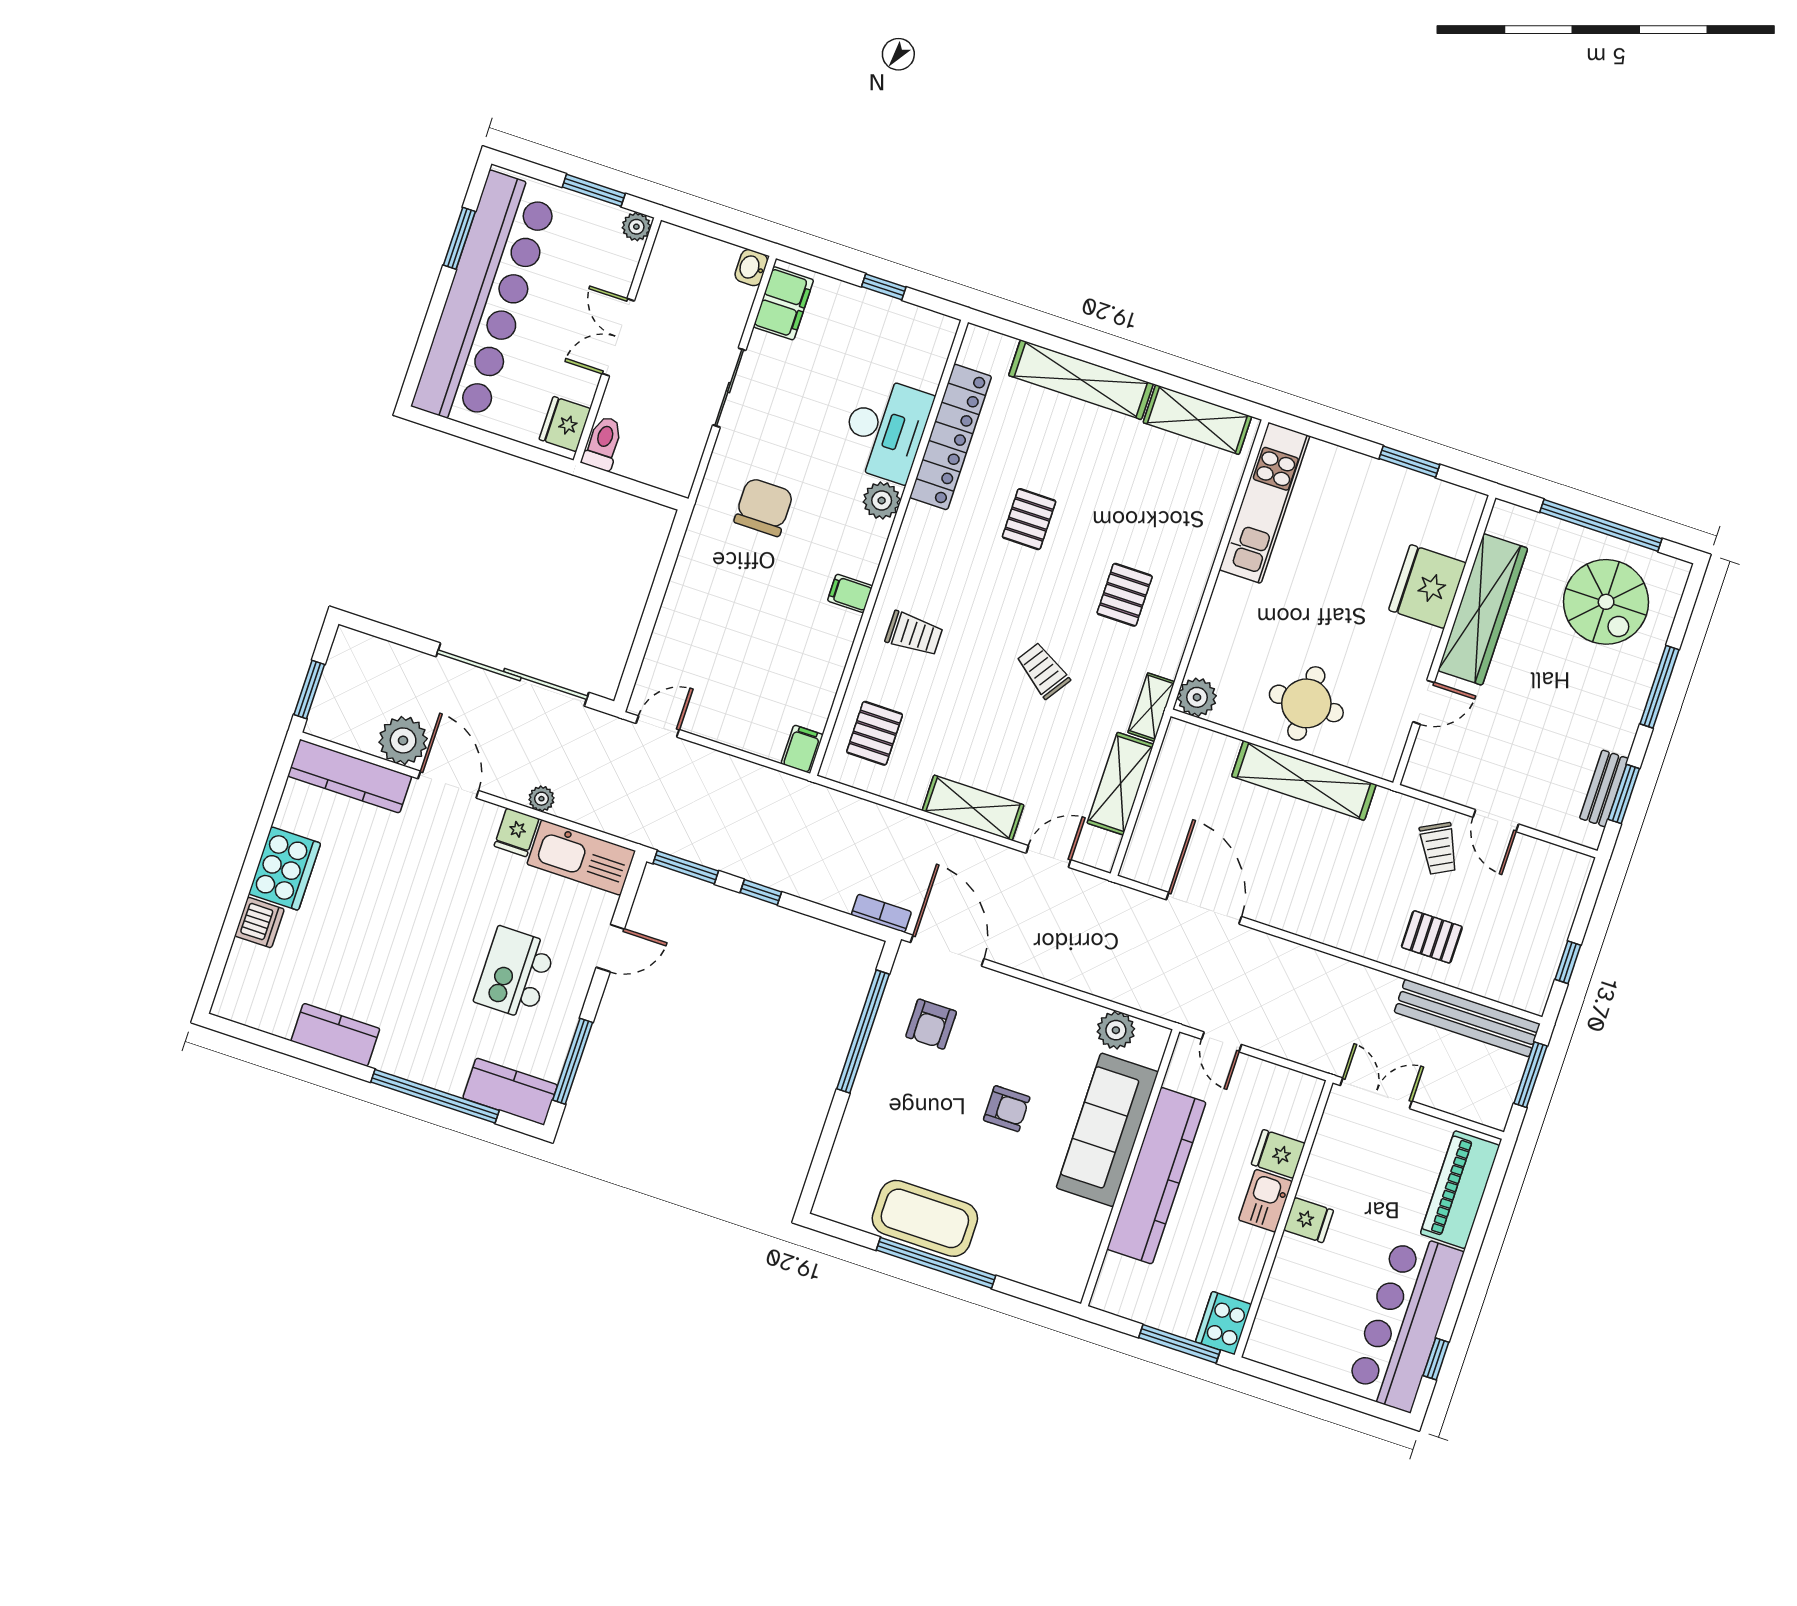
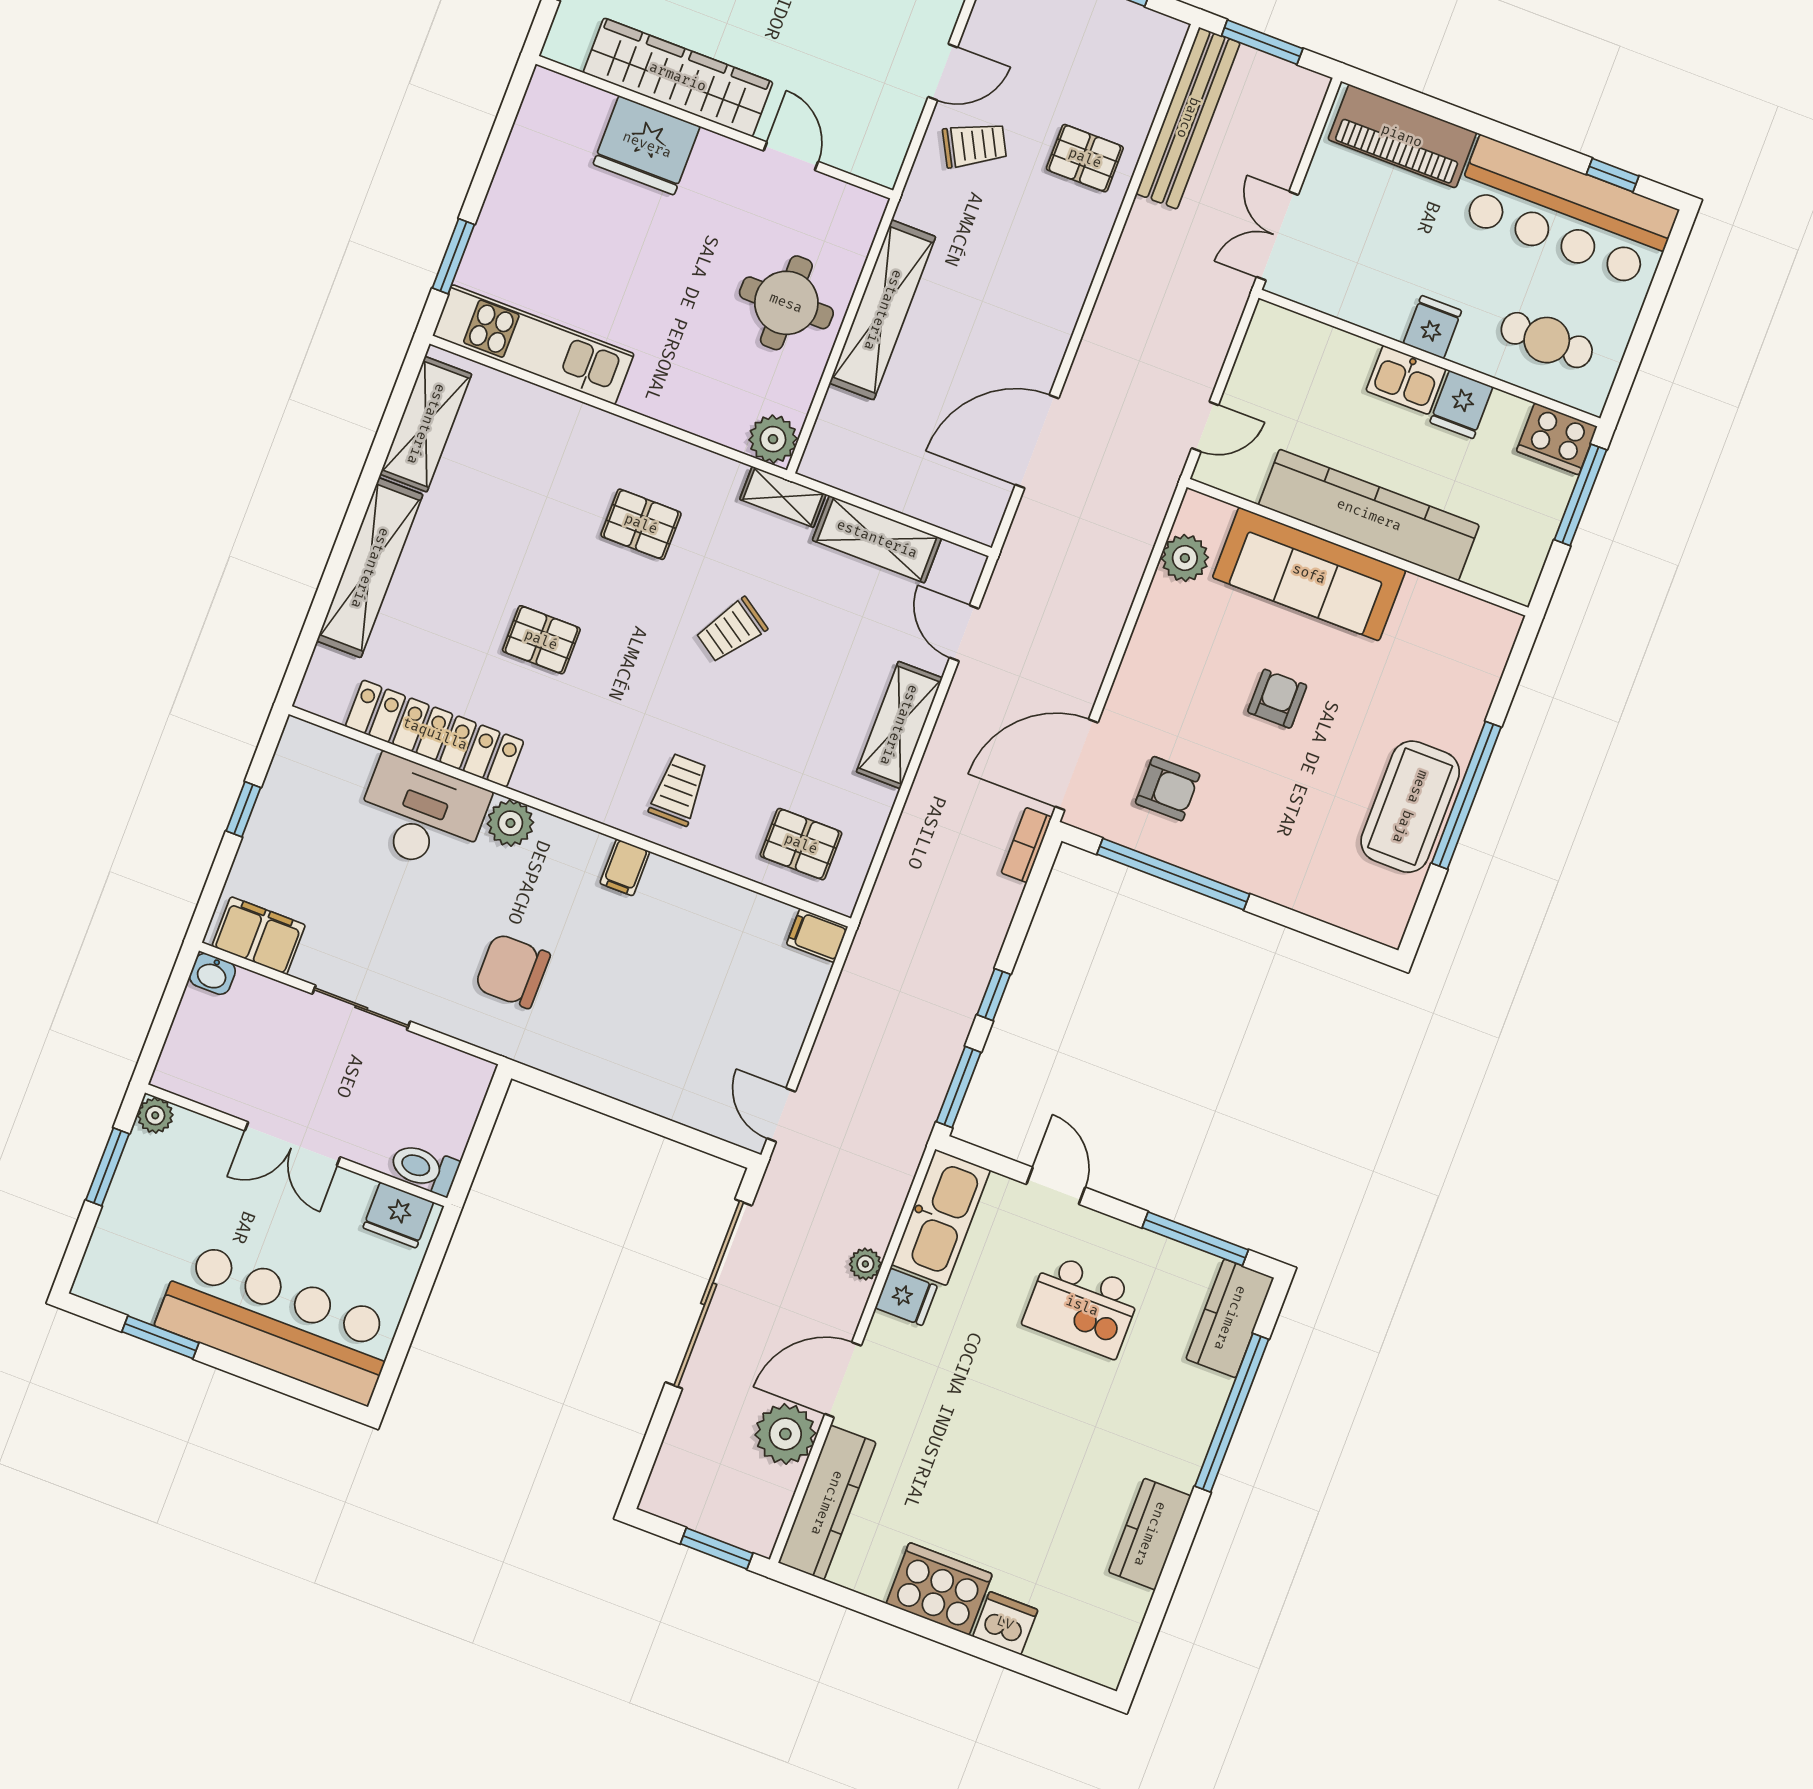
bar counter: (485, 300) -> (277, 1323), width x0.73
window: (1409, 462) -> (453, 256), moved
pallet: (1432, 937) -> (1085, 158), turned 90
fridge: (1278, 1154) -> (1461, 405), moved
cafe table: (1302, 1312) -> (1547, 340), added

